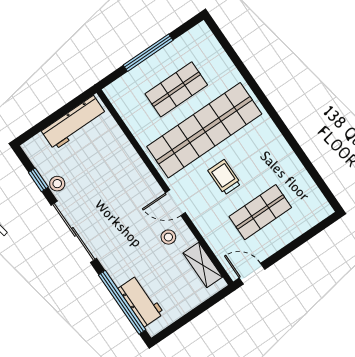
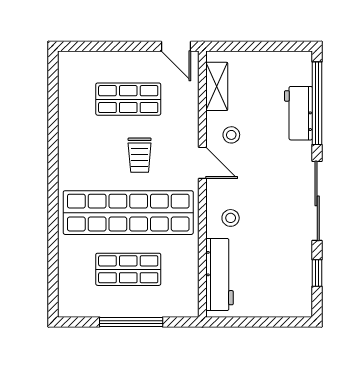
workbench: (74, 123) -> (219, 274), moved, turned 90
stool: (57, 184) -> (231, 218), moved
workbench: (141, 301) -> (299, 113), moved

